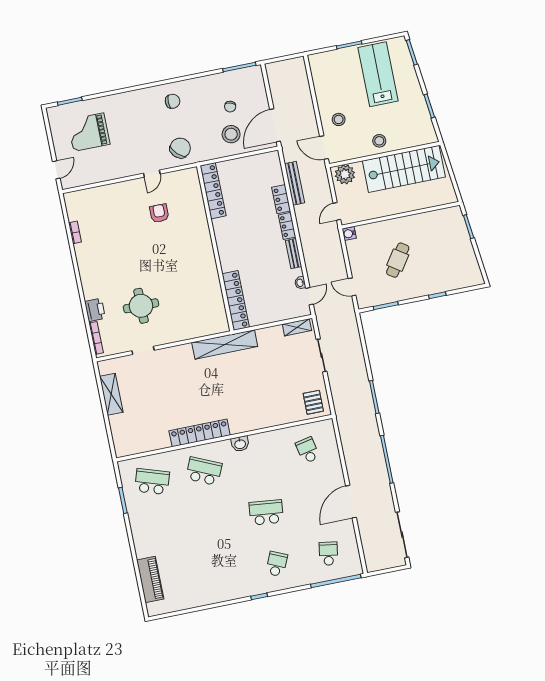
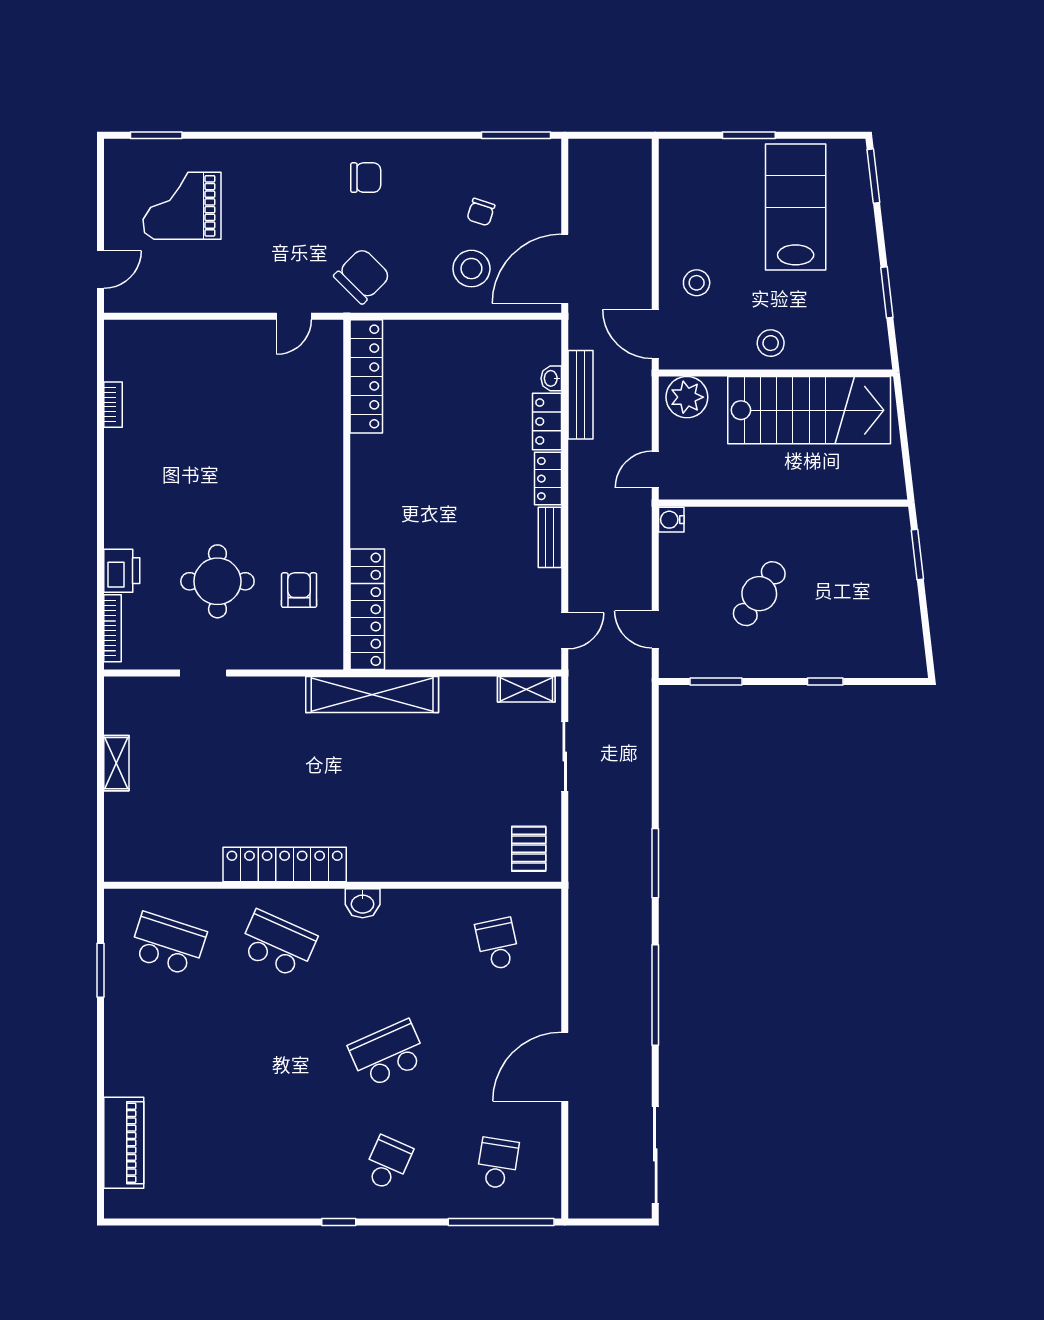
locker: (213, 191) -> (366, 376), moved
armchair: (159, 213) -> (299, 590), moved
wall: (215, 248) -> (347, 495), moved
washbasin: (300, 283) -> (551, 378), moved
locker: (236, 300) -> (367, 609), moved
shelving: (111, 394) -> (116, 763), width x0.67, depth x0.75
school desk: (266, 512) -> (388, 1054), turned -30

